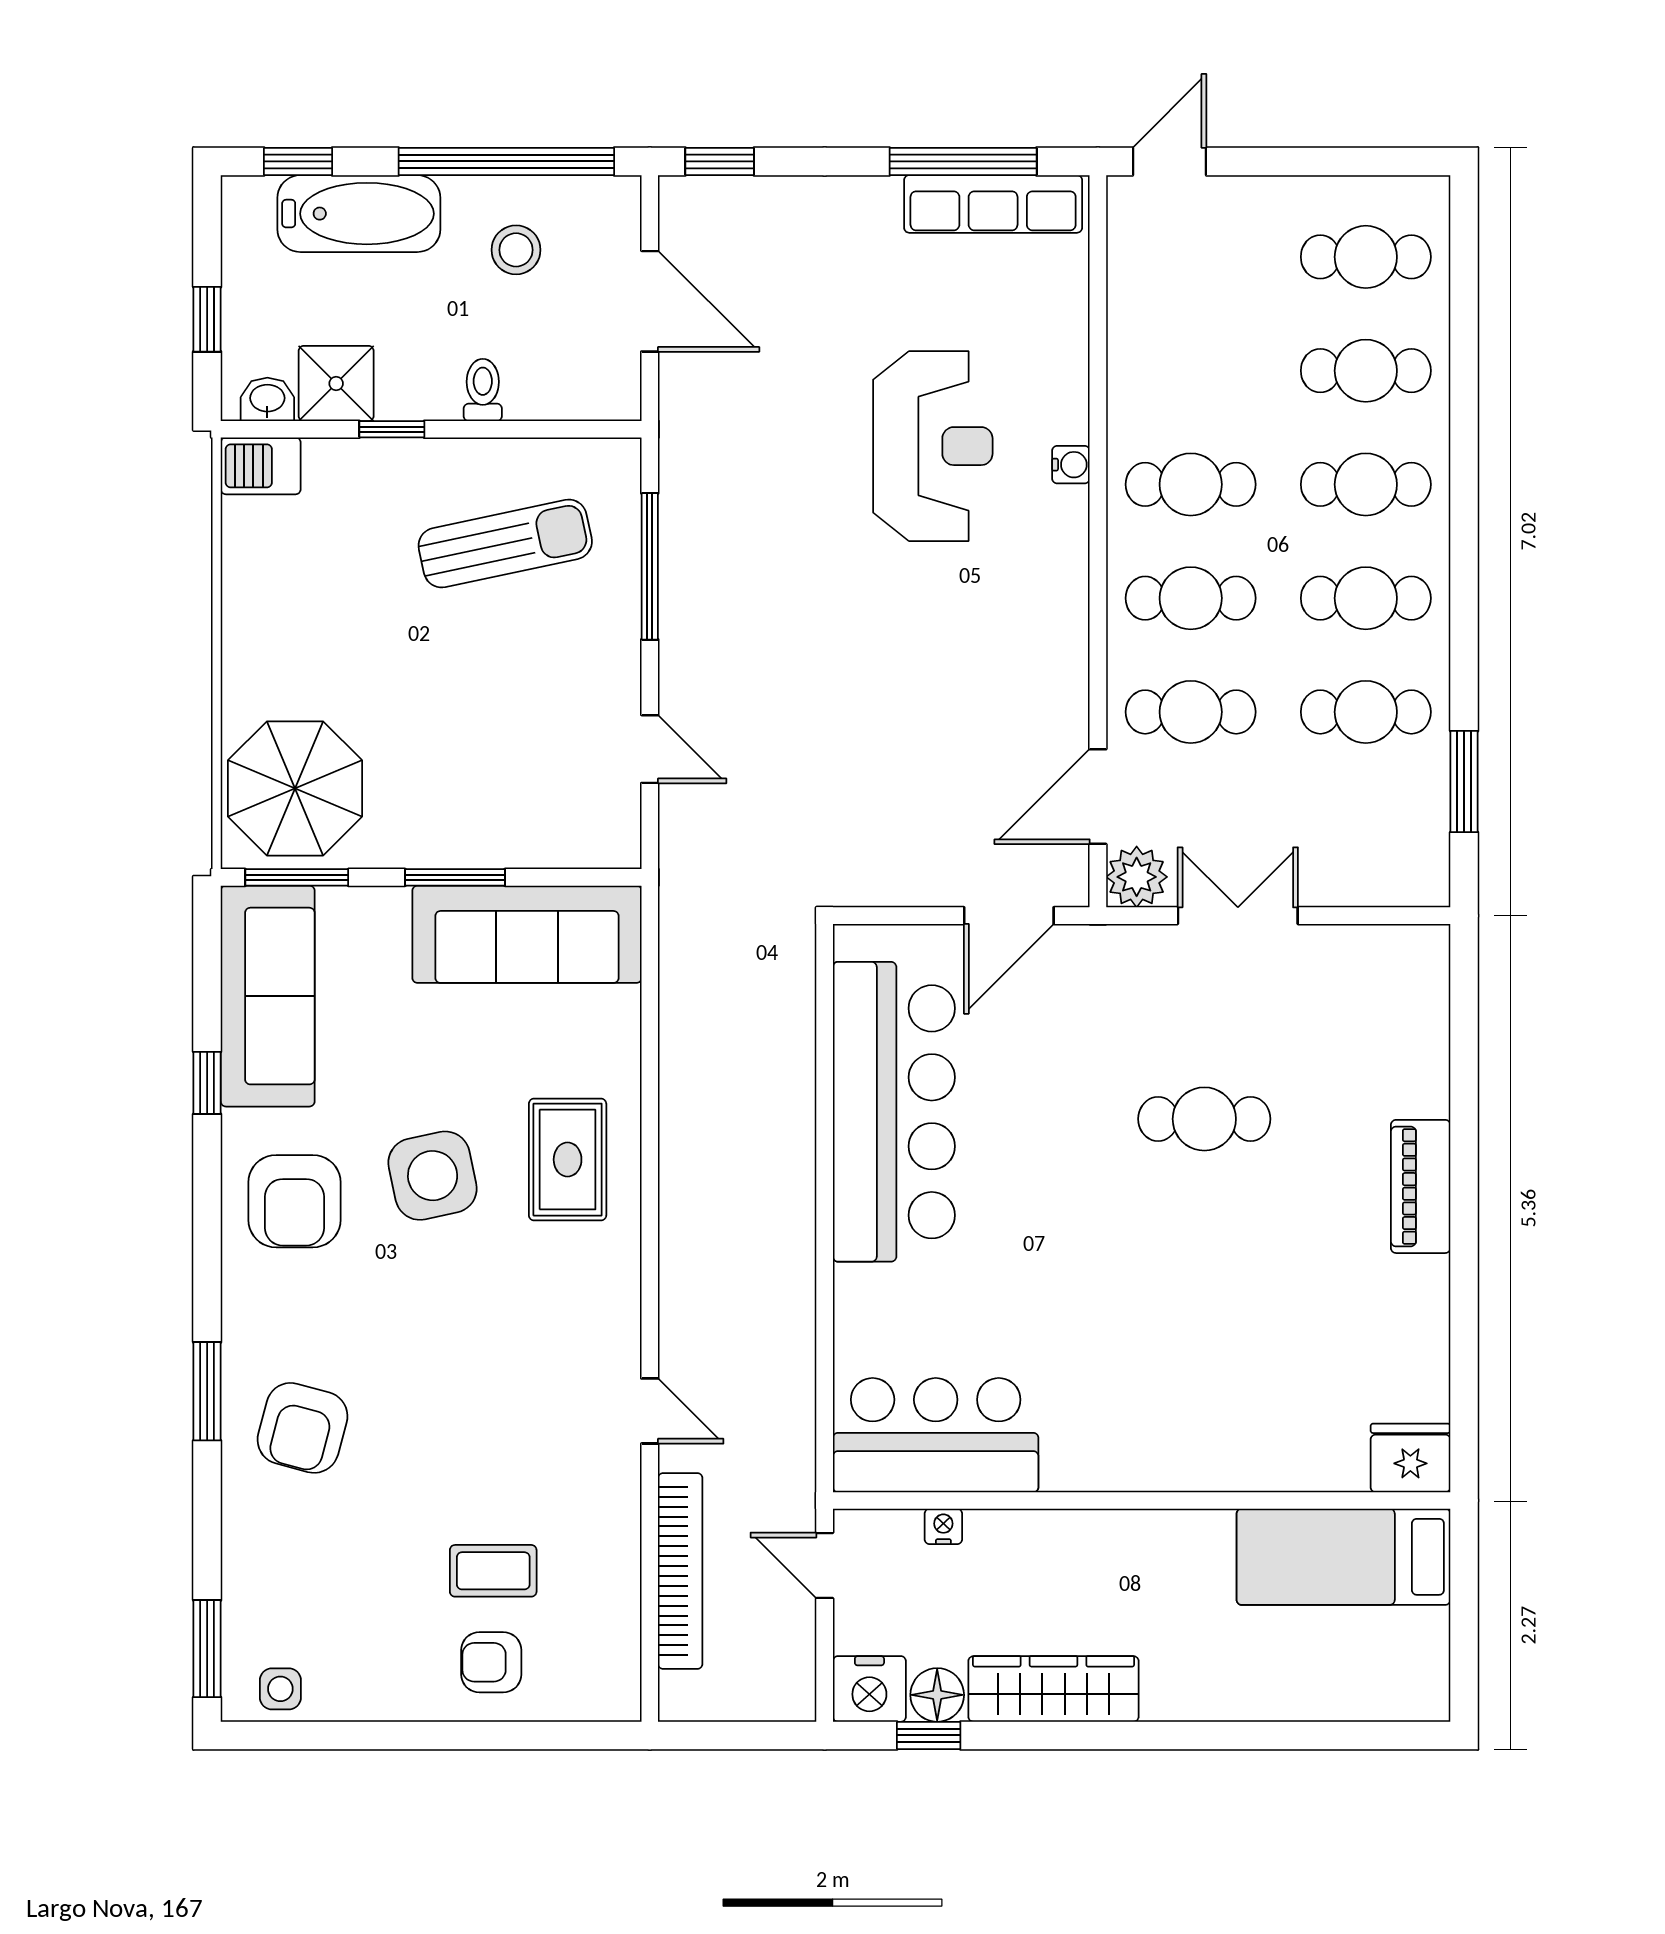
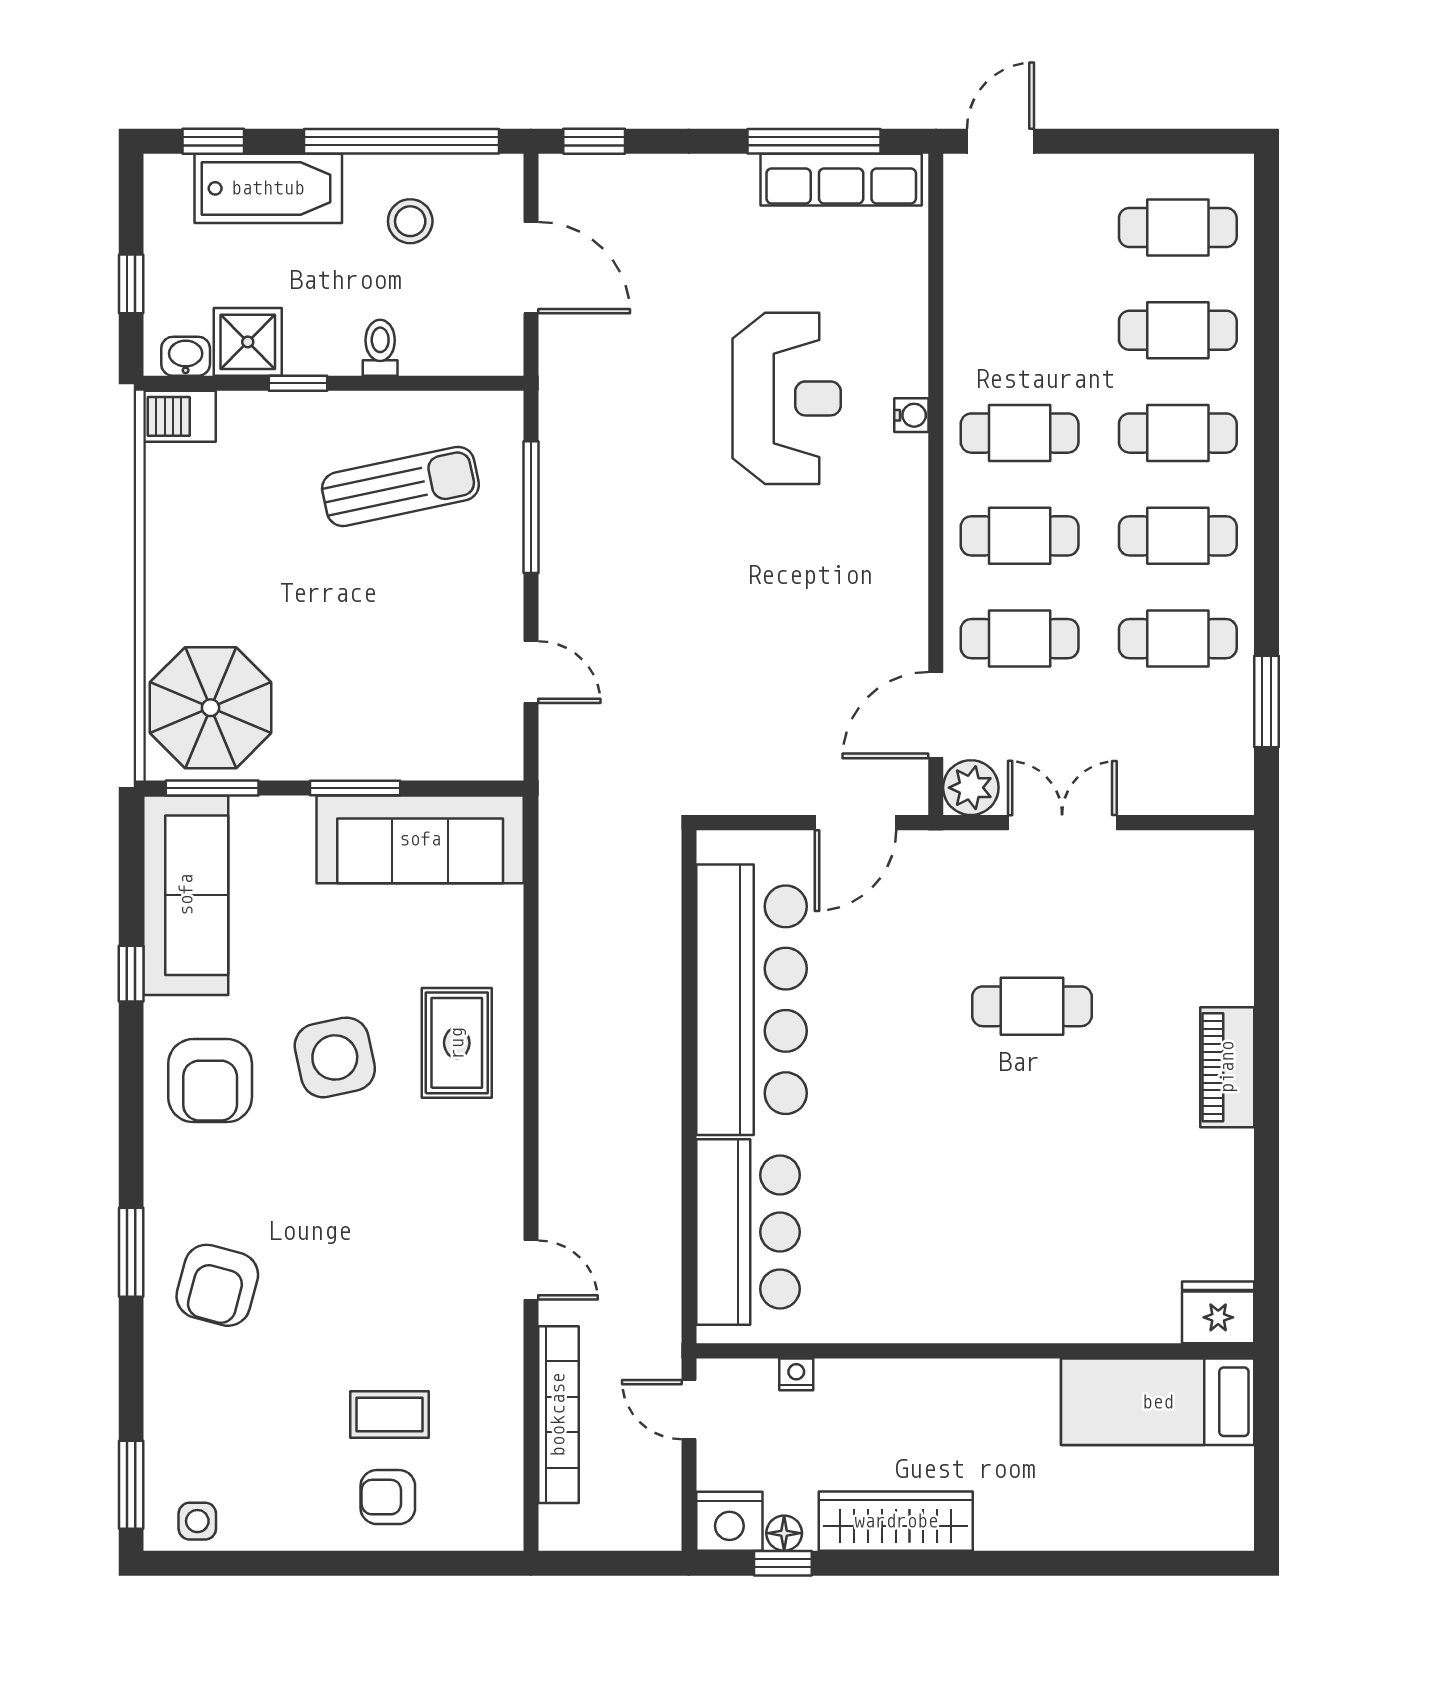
bar counter: (936, 1435) -> (748, 1232), moved, turned 90
floor lamp: (937, 1695) -> (784, 1533), width x0.73, depth x0.73

